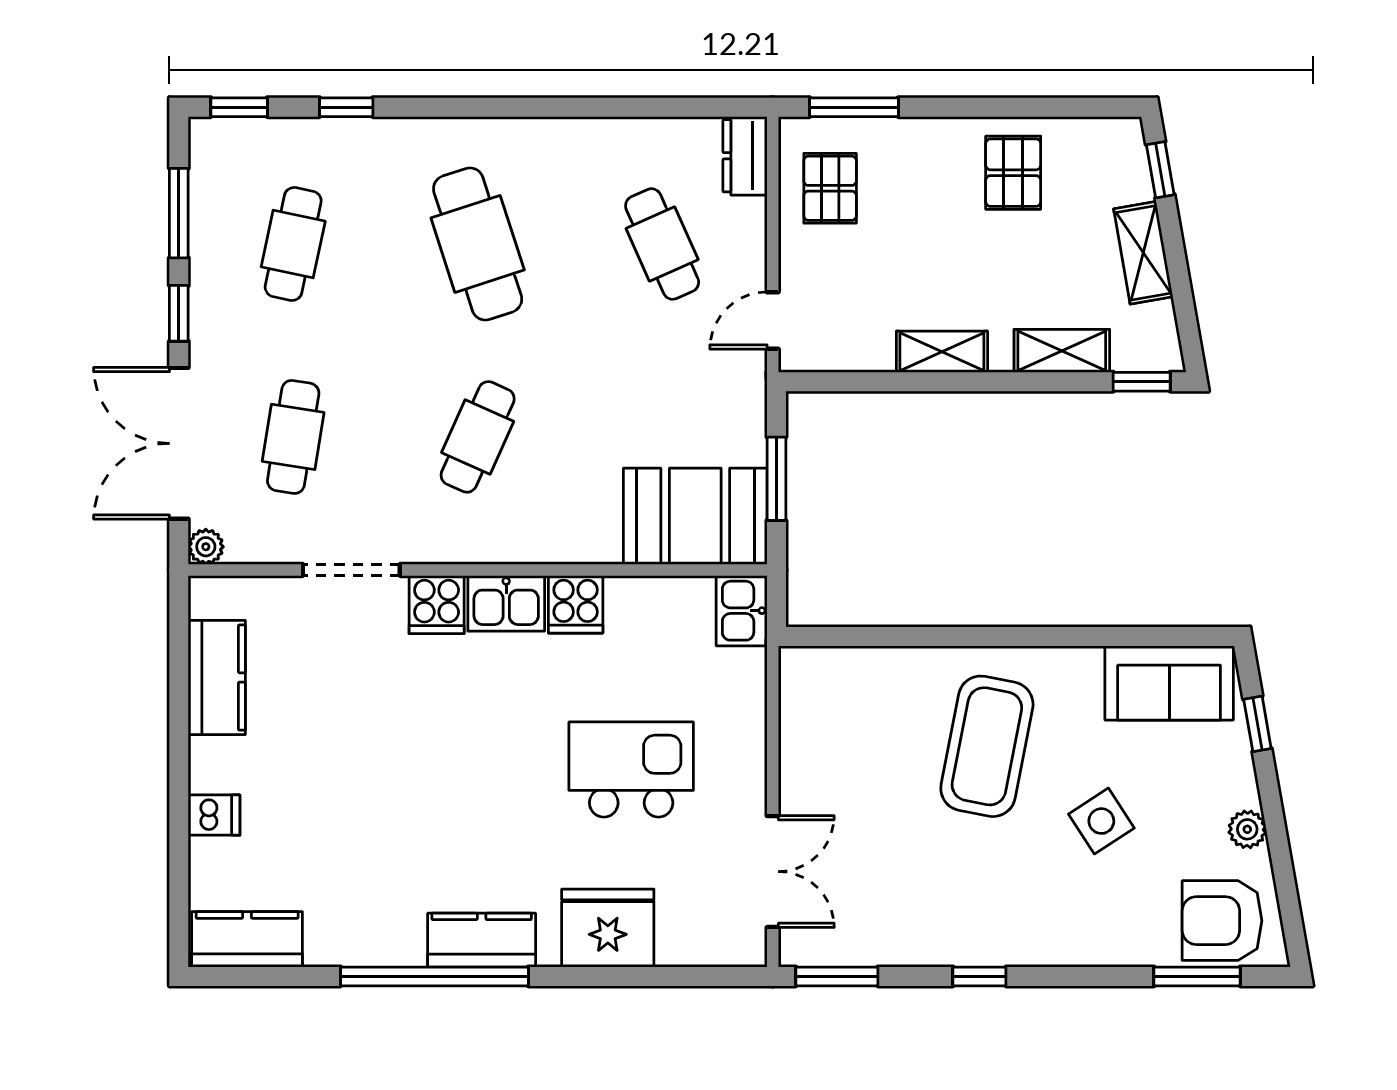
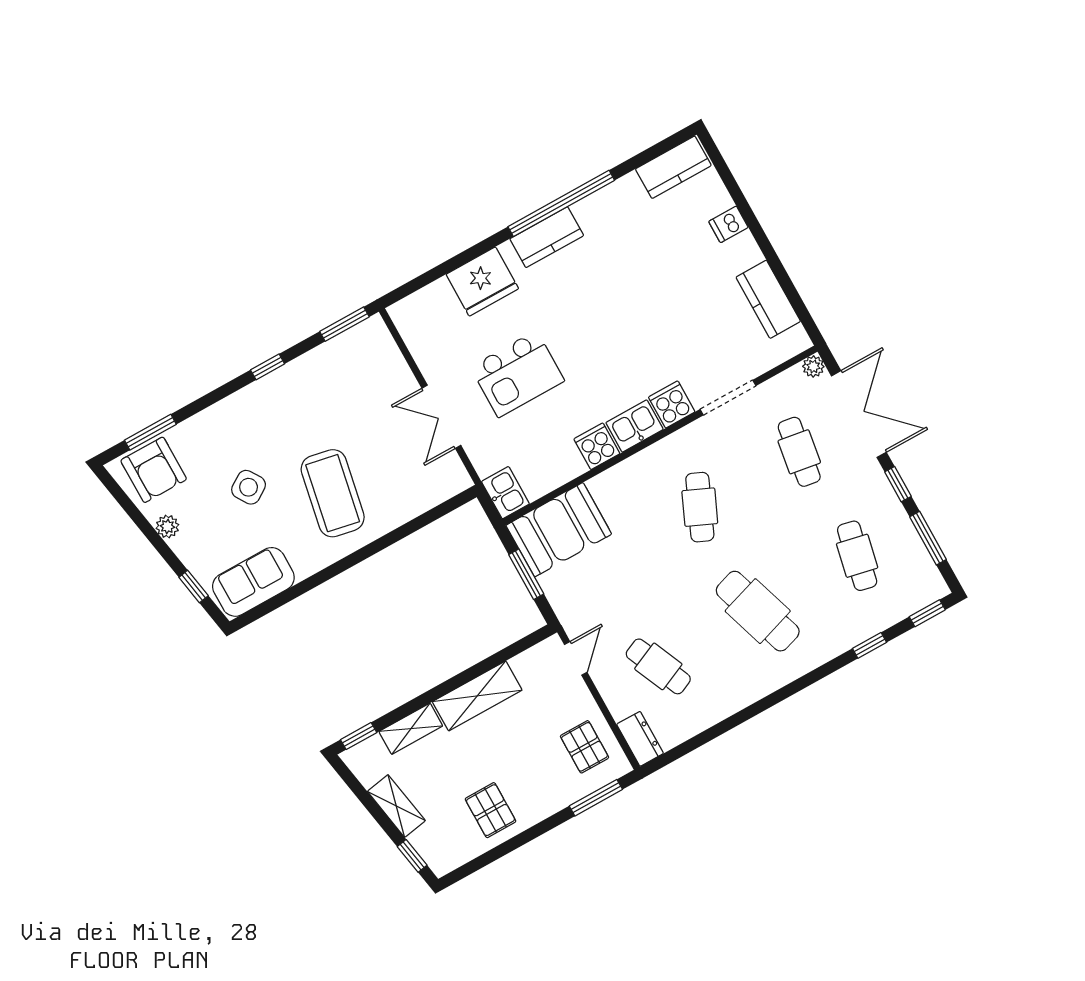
shelving: (942, 352) -> (477, 696), width x1.50, depth x1.33
double door: (773, 872) -> (441, 417), moved
armchair: (1222, 921) -> (154, 470), turned 90

